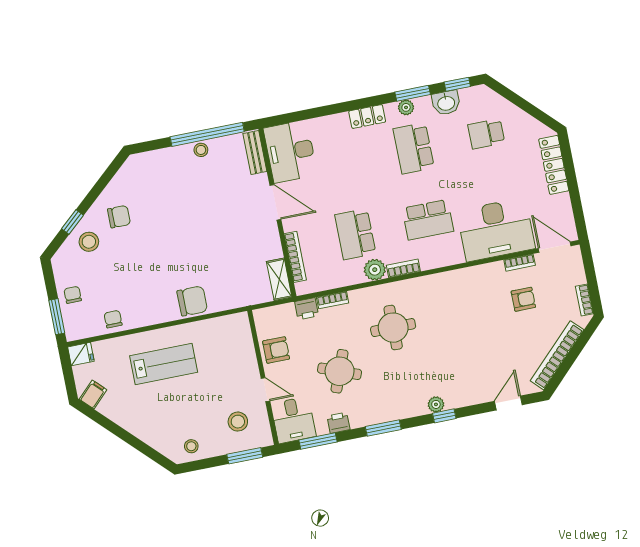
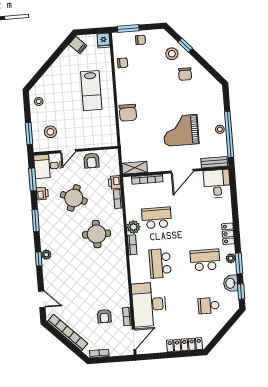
school desk: (486, 134) -> (209, 306), turned -90
desk: (290, 152) -> (217, 184), width x0.73
grand piano: (210, 212) -> (181, 130), added

